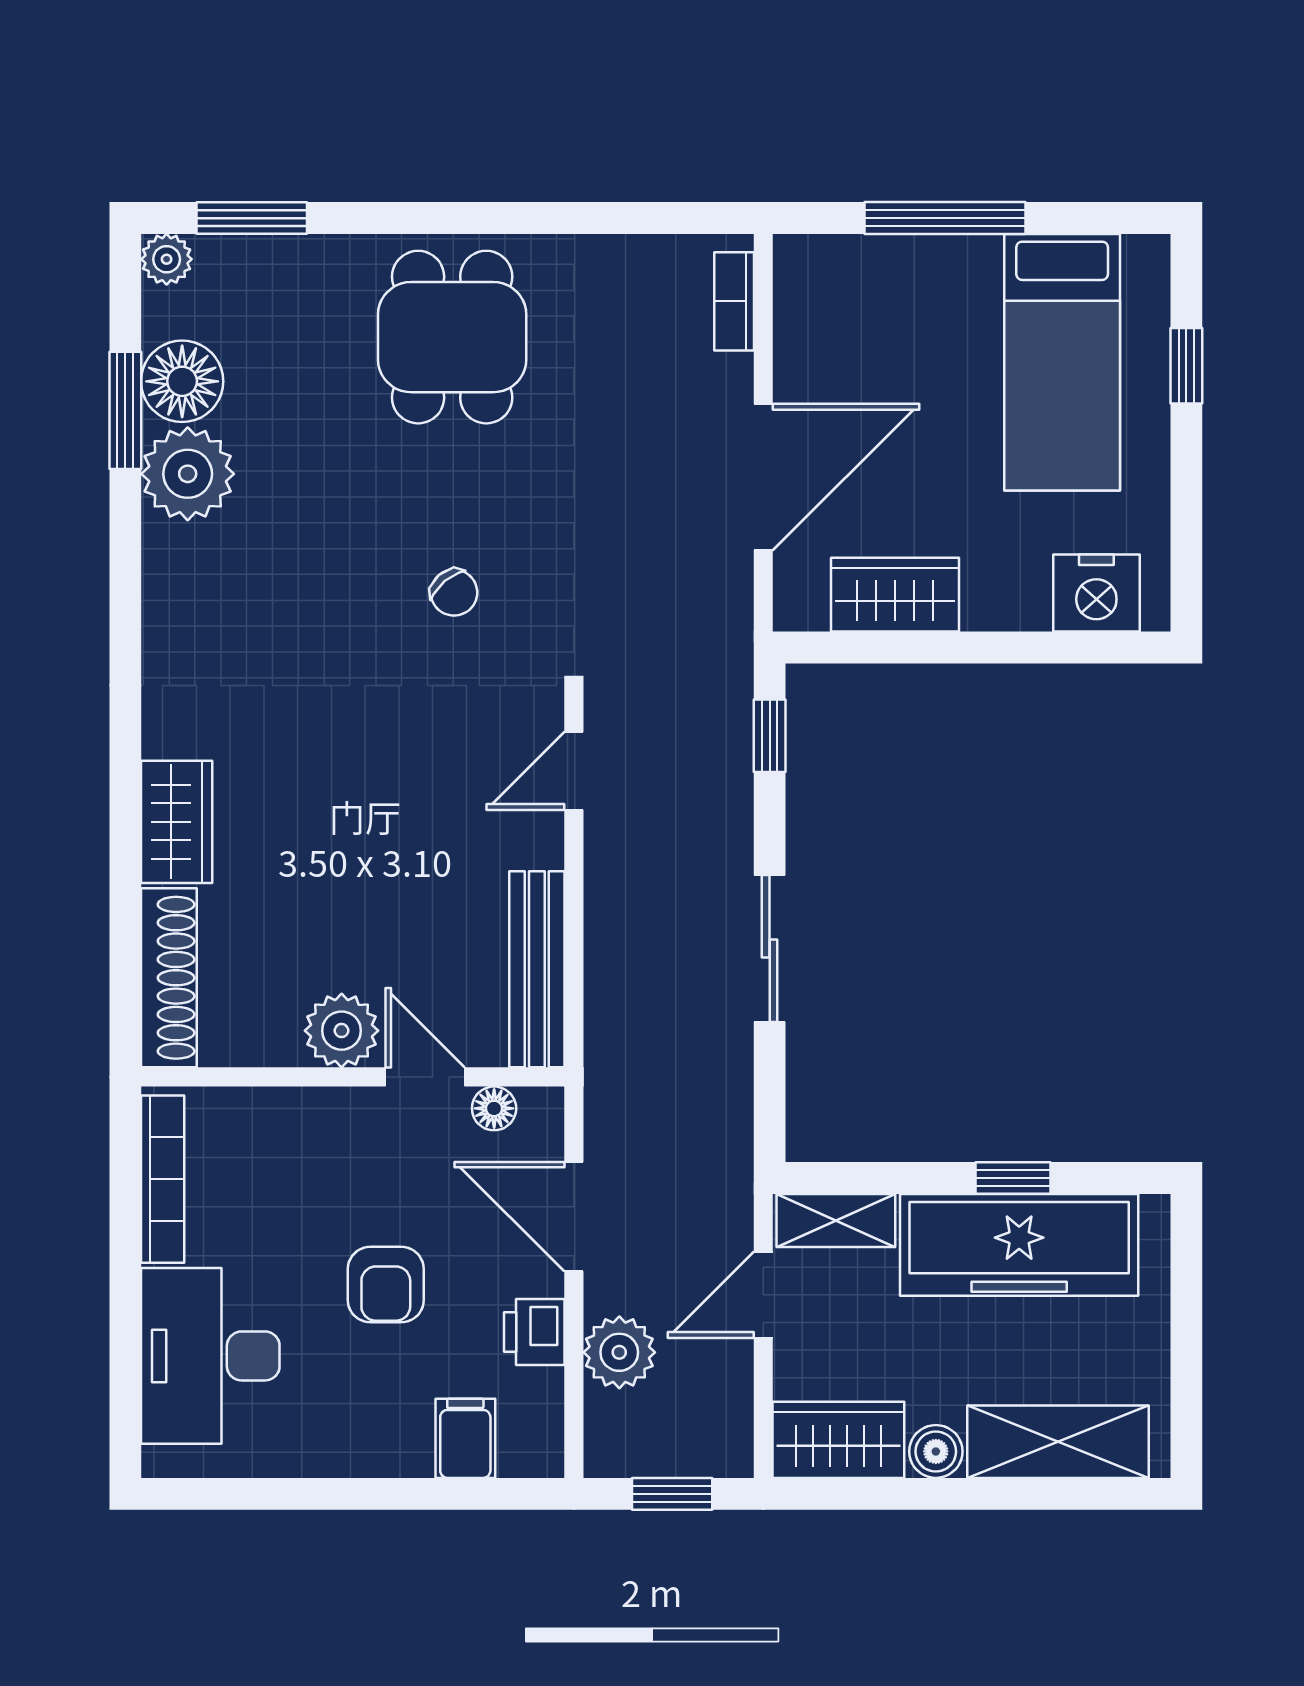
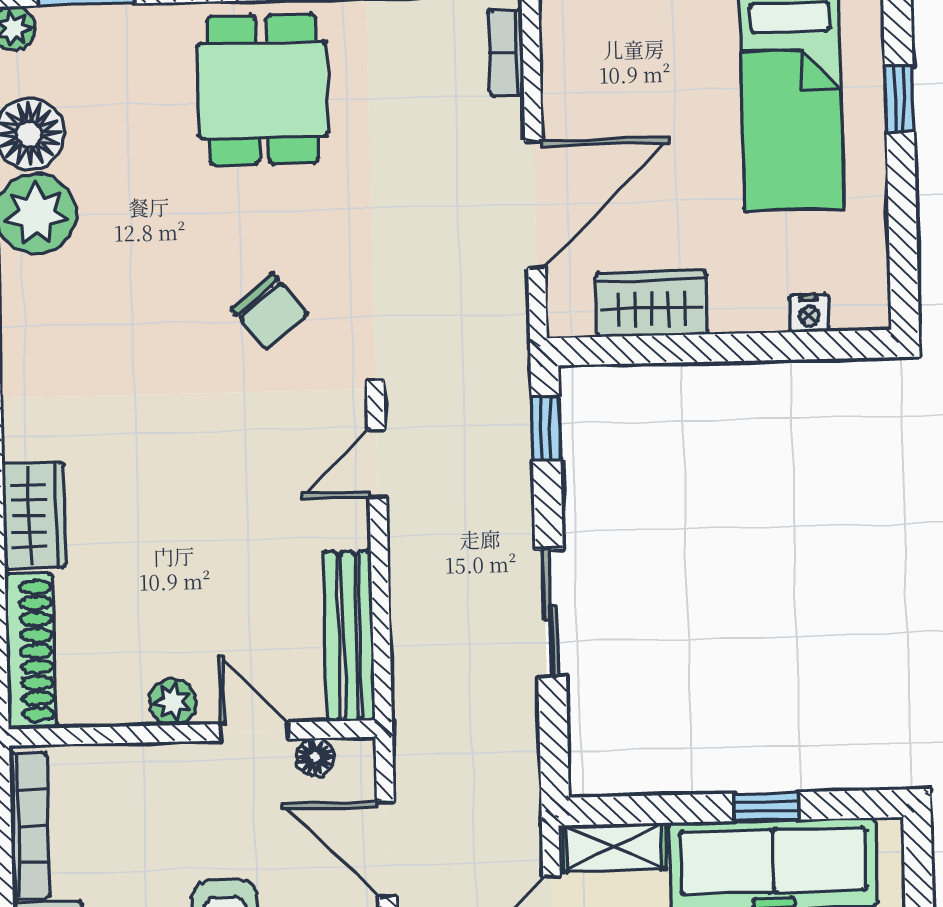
chair: (454, 593) -> (269, 311), width x1.37, depth x1.37
nightstand: (1096, 593) -> (809, 313), width x0.53, depth x0.56
plant: (342, 1031) -> (173, 702), width x0.73, depth x0.73

